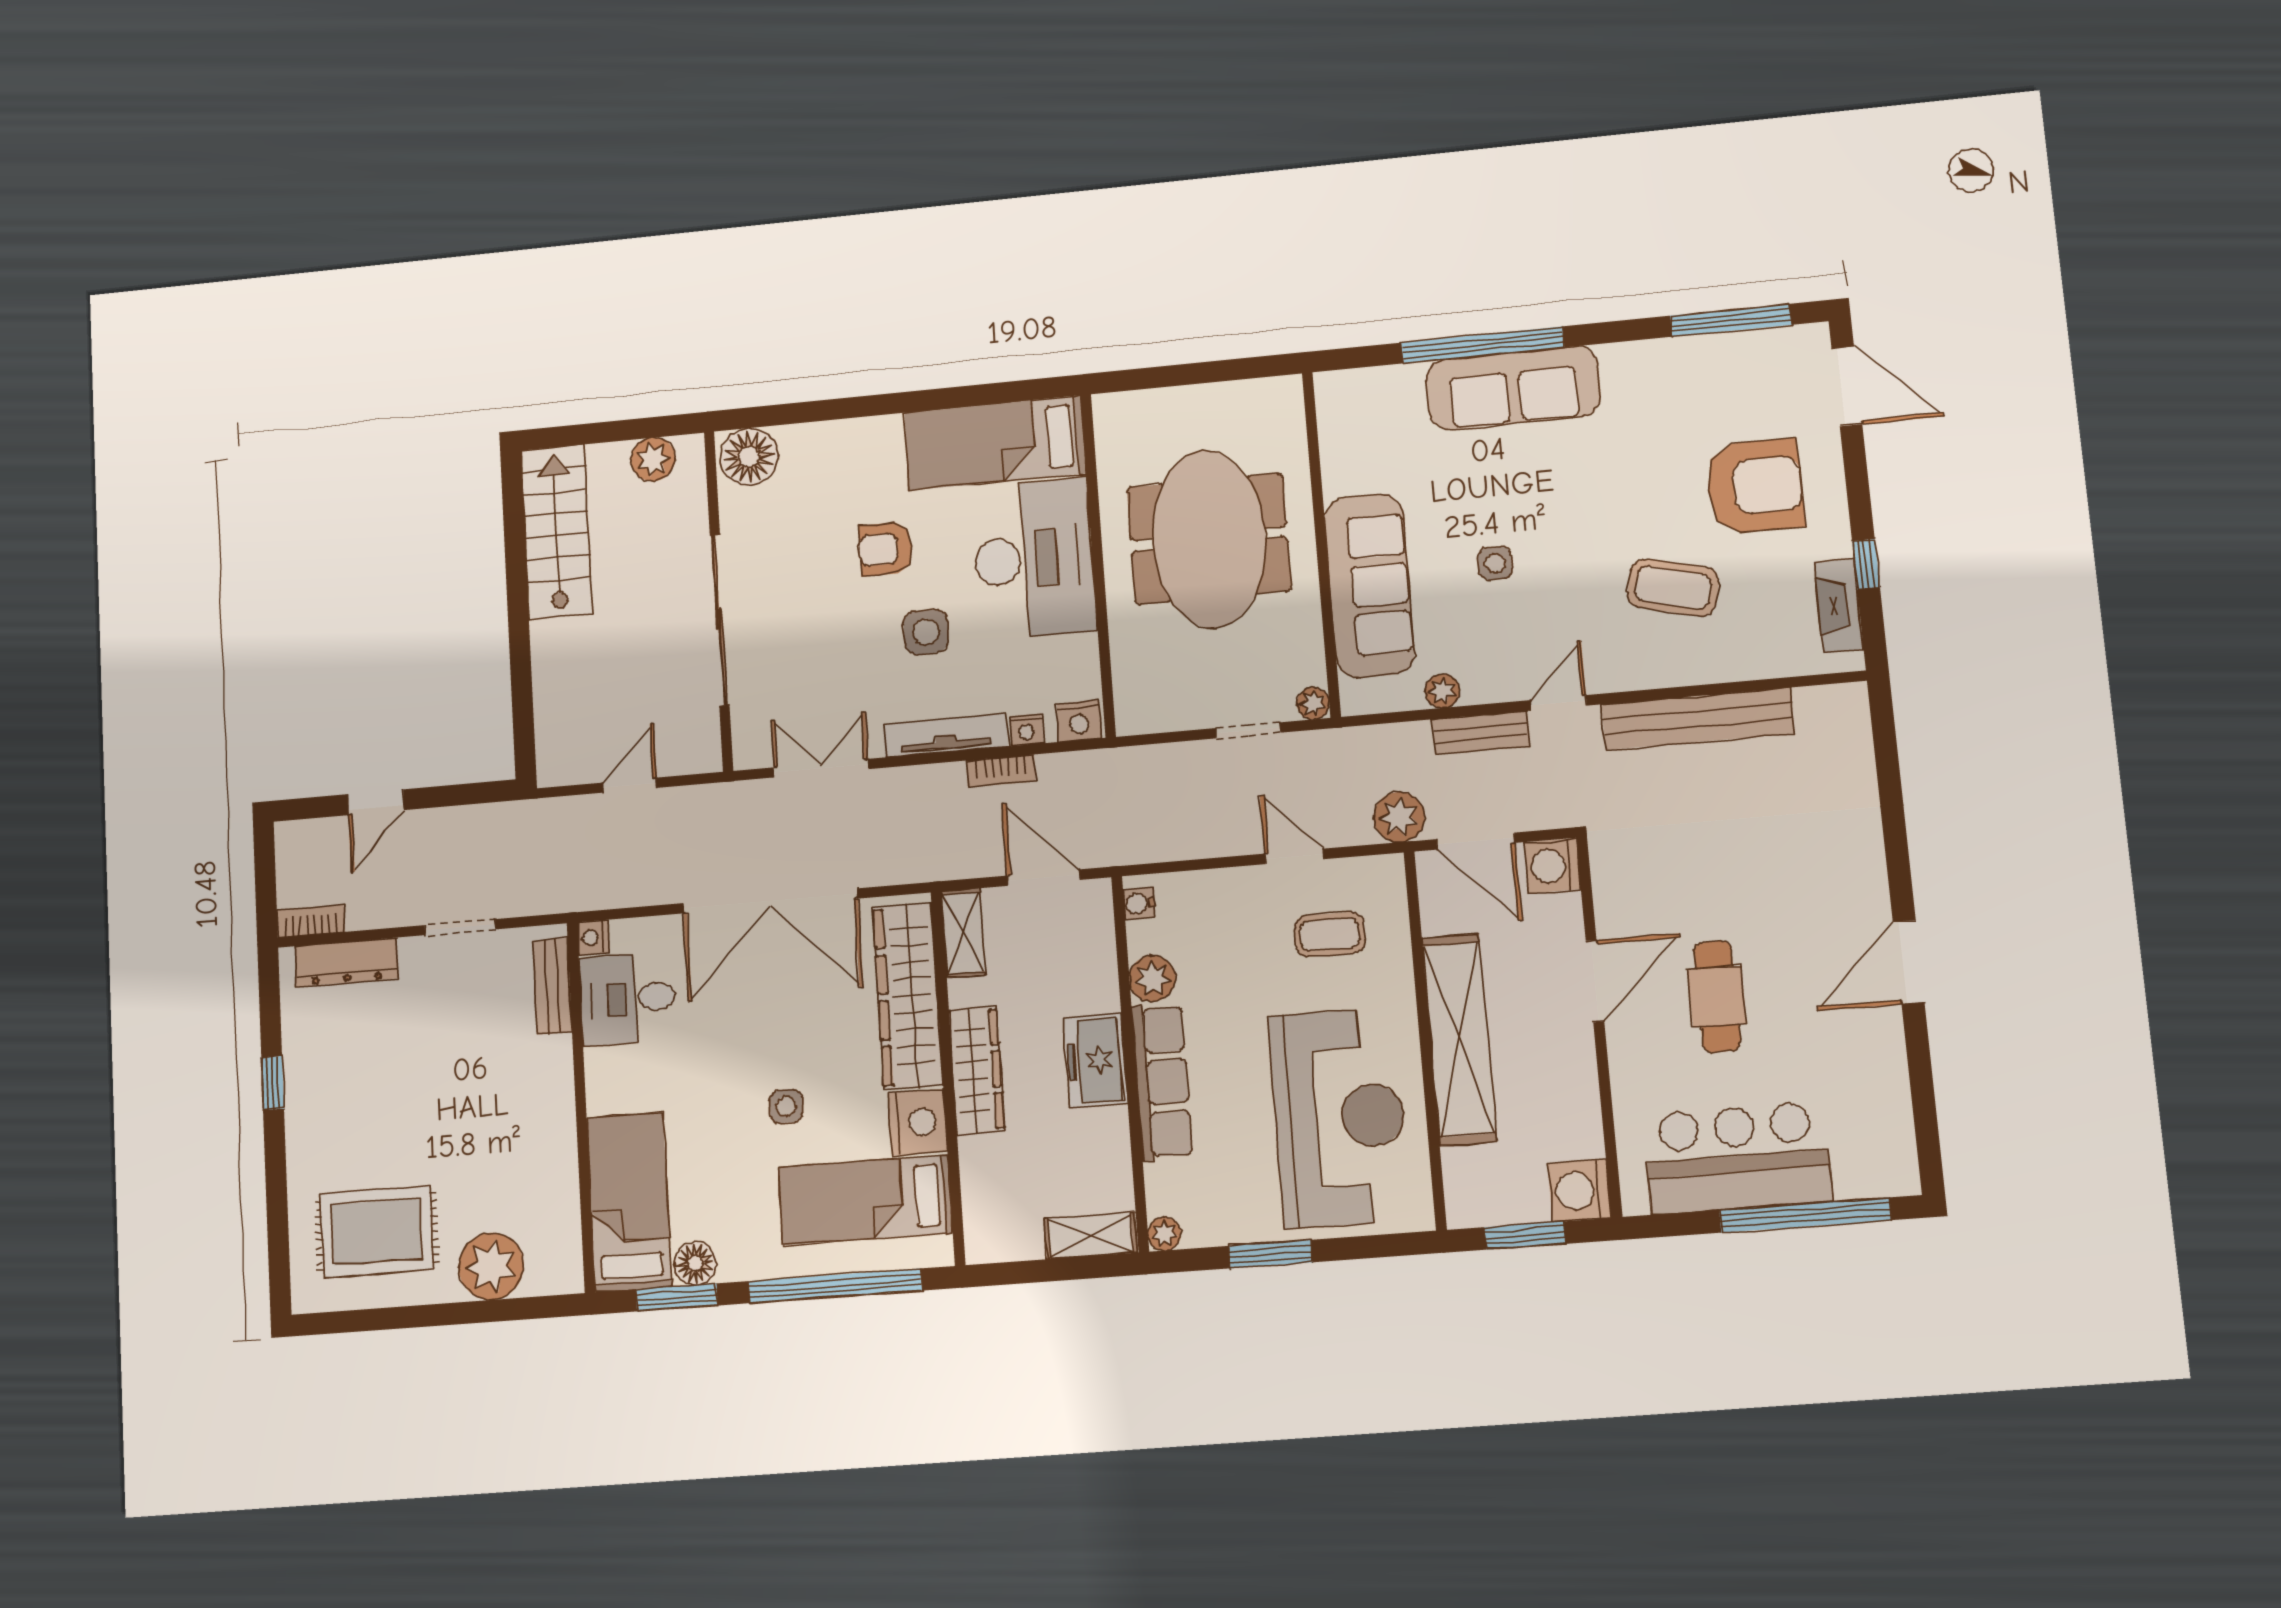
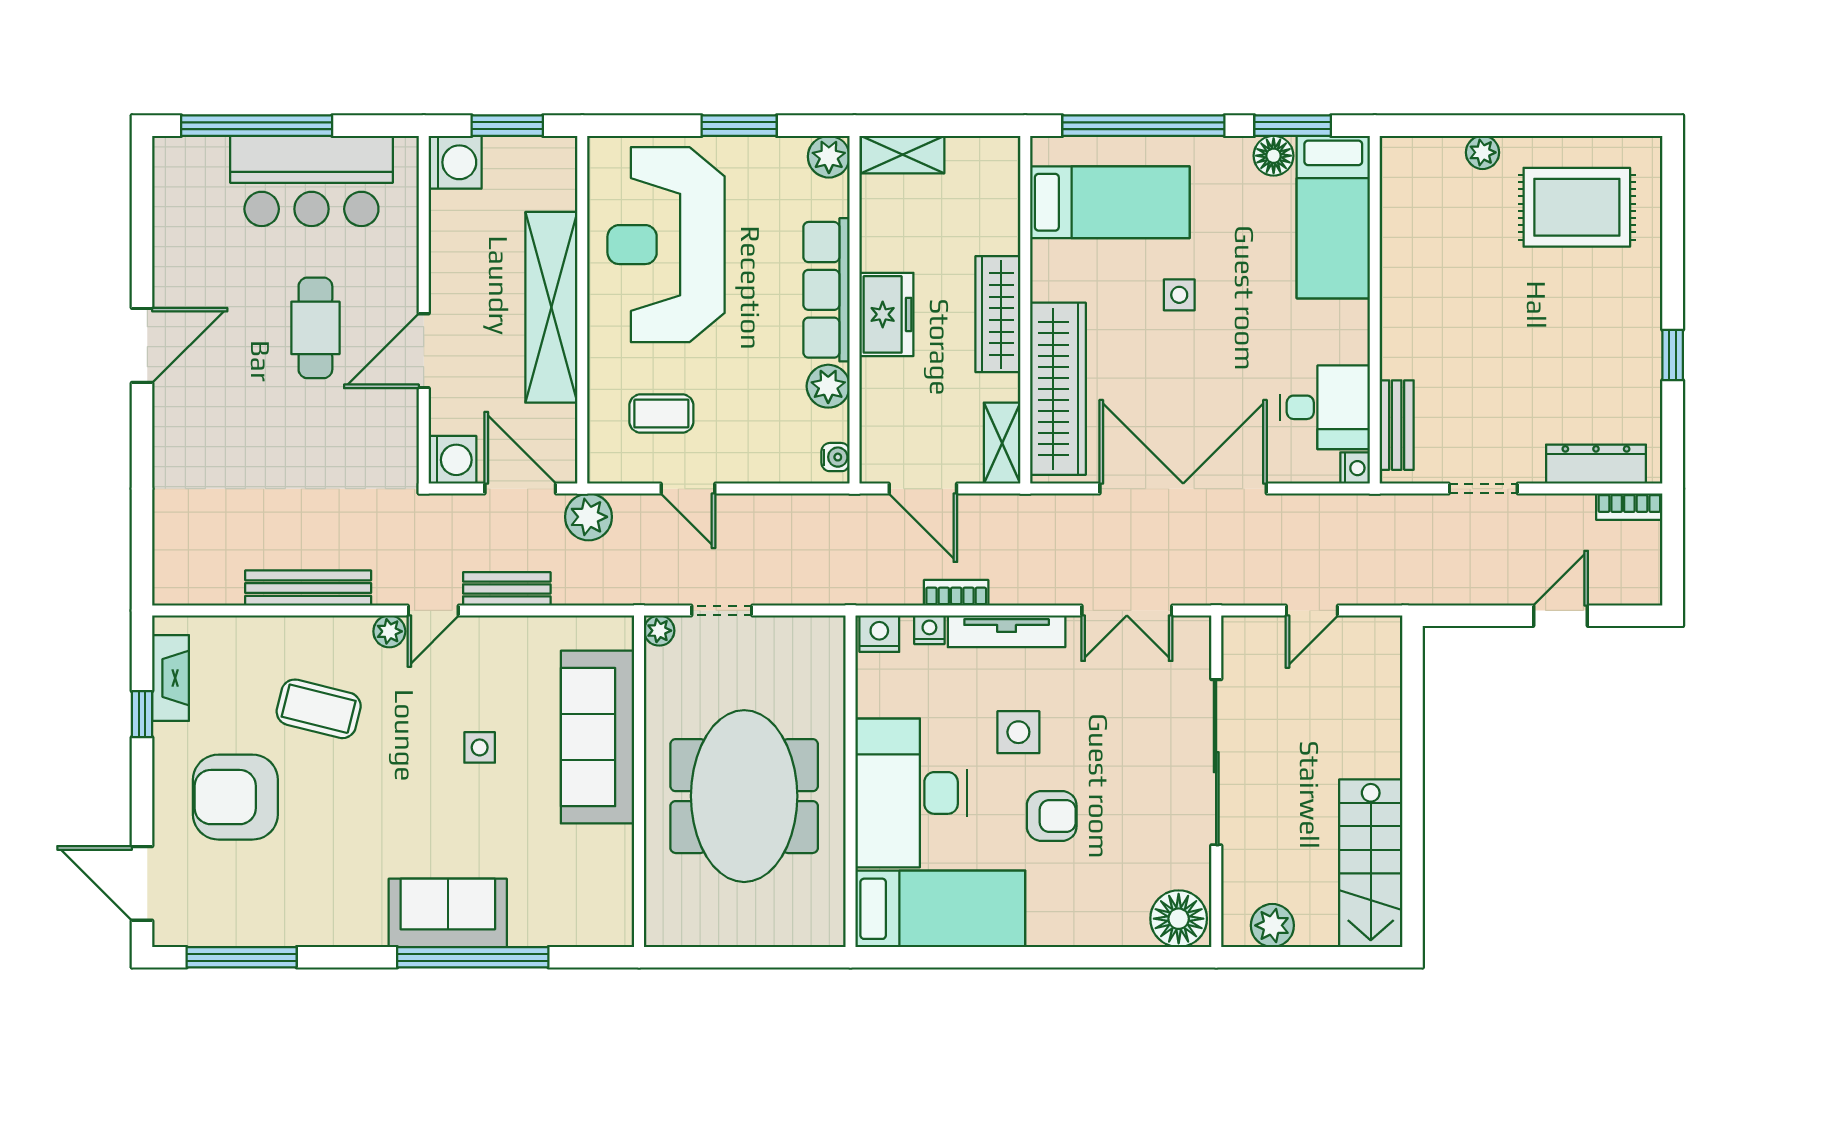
sofa: (1513, 388) -> (448, 913), width x0.73
plant: (1442, 691) -> (389, 631), moved
bench: (1698, 719) -> (308, 588), width x0.73, depth x0.82
nightstand: (918, 1122) -> (1056, 270), removed
plant: (1164, 1234) -> (829, 157), width x1.38, depth x1.38
plant: (491, 1266) -> (1483, 152), width x0.53, depth x0.53

